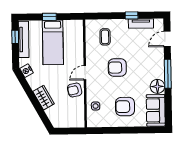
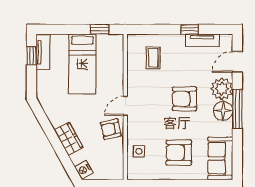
window: (49, 17) -> (100, 29), moved
tv unit: (24, 39) -> (43, 52), width x0.71
plant: (156, 59) -> (222, 89), added
armchair: (117, 68) -> (184, 99), moved
nightstand: (26, 71) -> (84, 170), moved
floor lamp: (157, 86) -> (223, 111), moved

